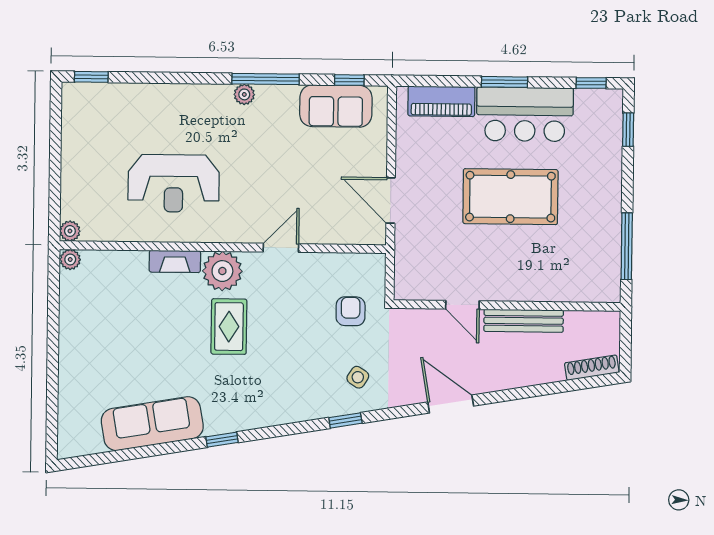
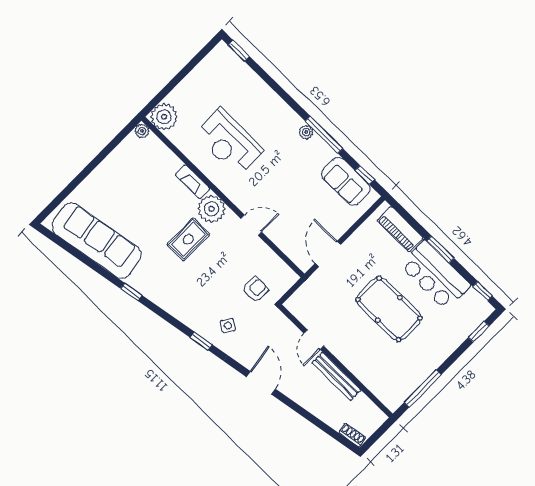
plant: (70, 231) -> (164, 117), width x1.88, depth x1.88
shoe rack: (592, 368) -> (352, 435), width x0.70
sofa: (152, 424) -> (97, 241), width x1.36, depth x1.27

